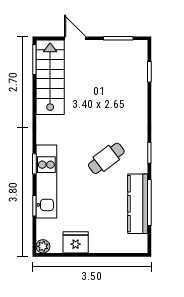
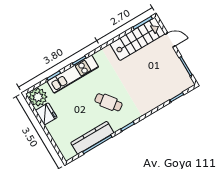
door: (75, 38) -> (170, 40), hinge flipped
plant: (43, 246) -> (38, 97), width x1.87, depth x1.87

